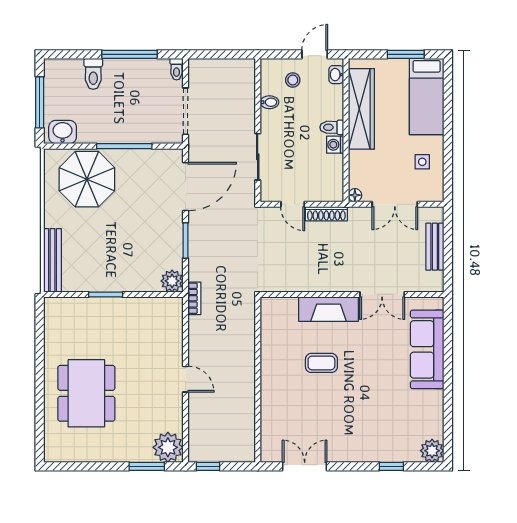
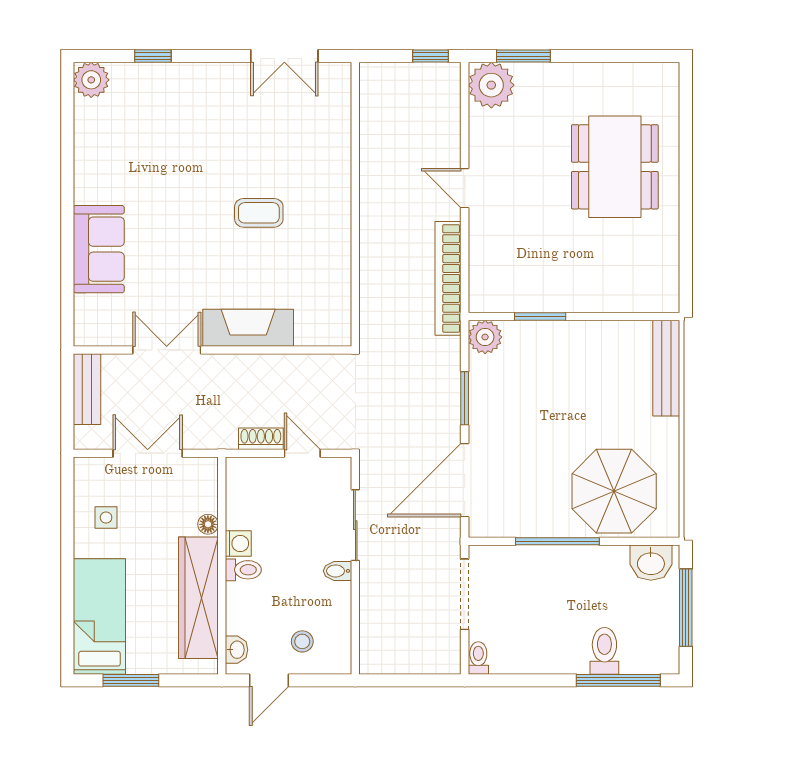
window: (130, 54) -> (618, 680), moved
bidet: (269, 102) -> (337, 571), moved
floor lamp: (355, 195) -> (208, 524), moved
shoe rack: (326, 214) -> (261, 439), width x0.70
window: (106, 294) -> (540, 317), moved
wall: (352, 294) -> (213, 350), moved
double door: (382, 294) -> (167, 350), moved
bookcase: (194, 298) -> (448, 278), width x2.31, depth x1.31
fireplace: (328, 309) -> (248, 328), moved
sofa: (427, 349) -> (99, 249), width x0.73

